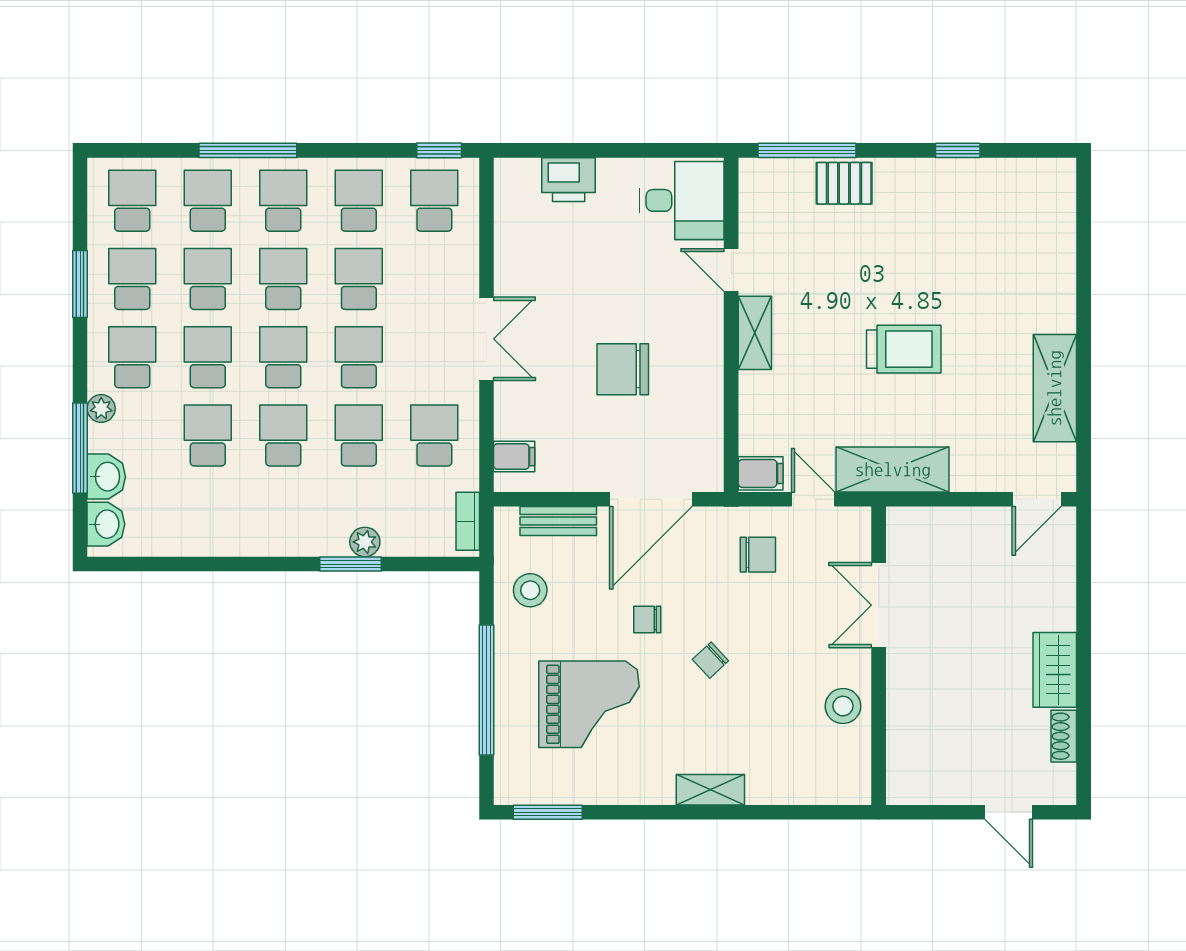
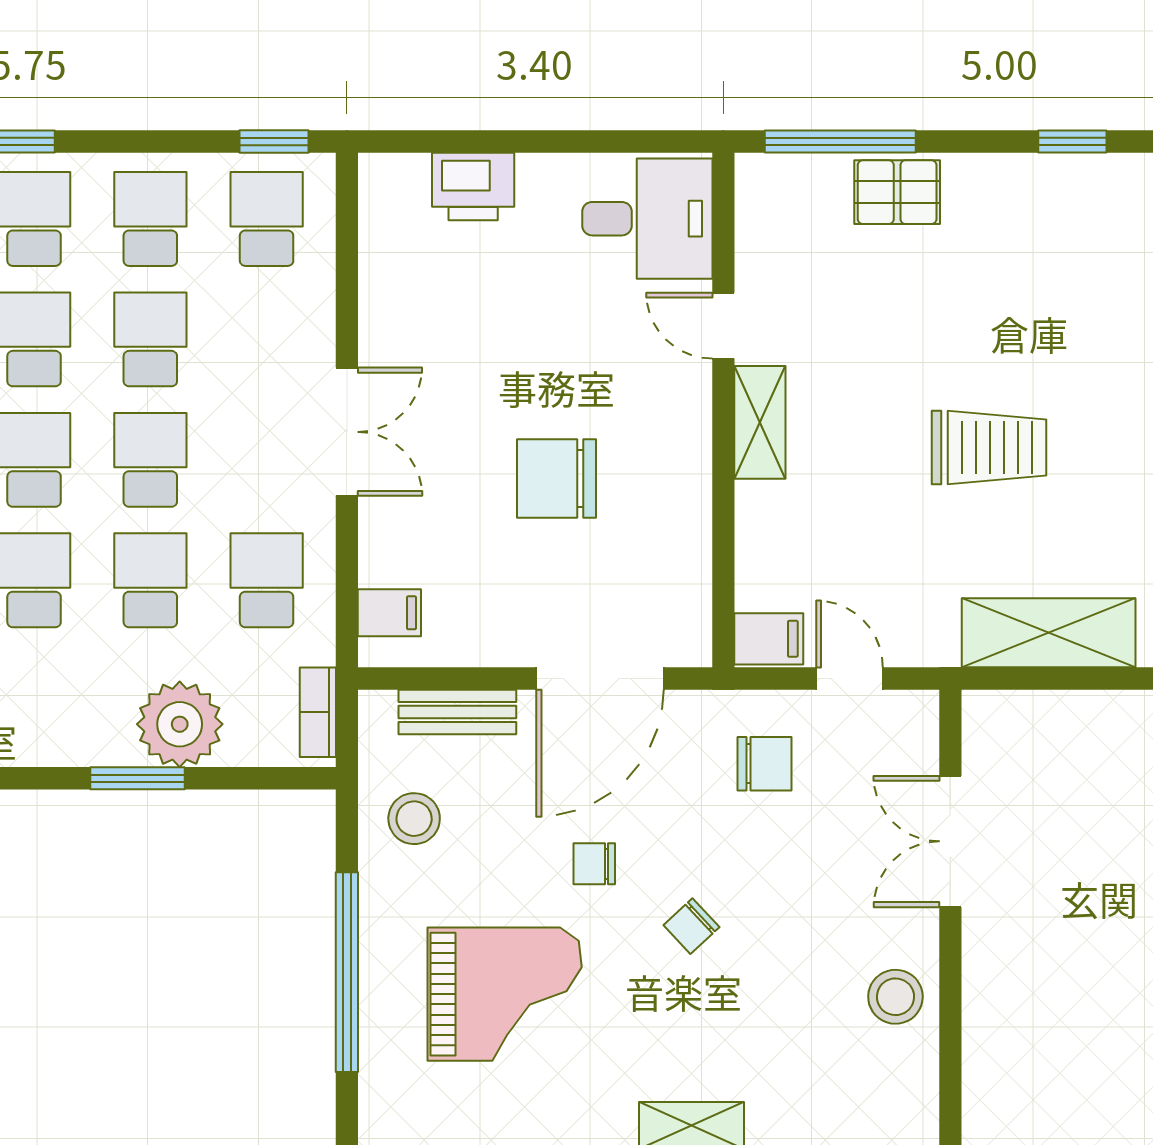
shelving: (893, 470) -> (1049, 633), moved
plant: (365, 542) -> (180, 724), width x1.88, depth x1.88

